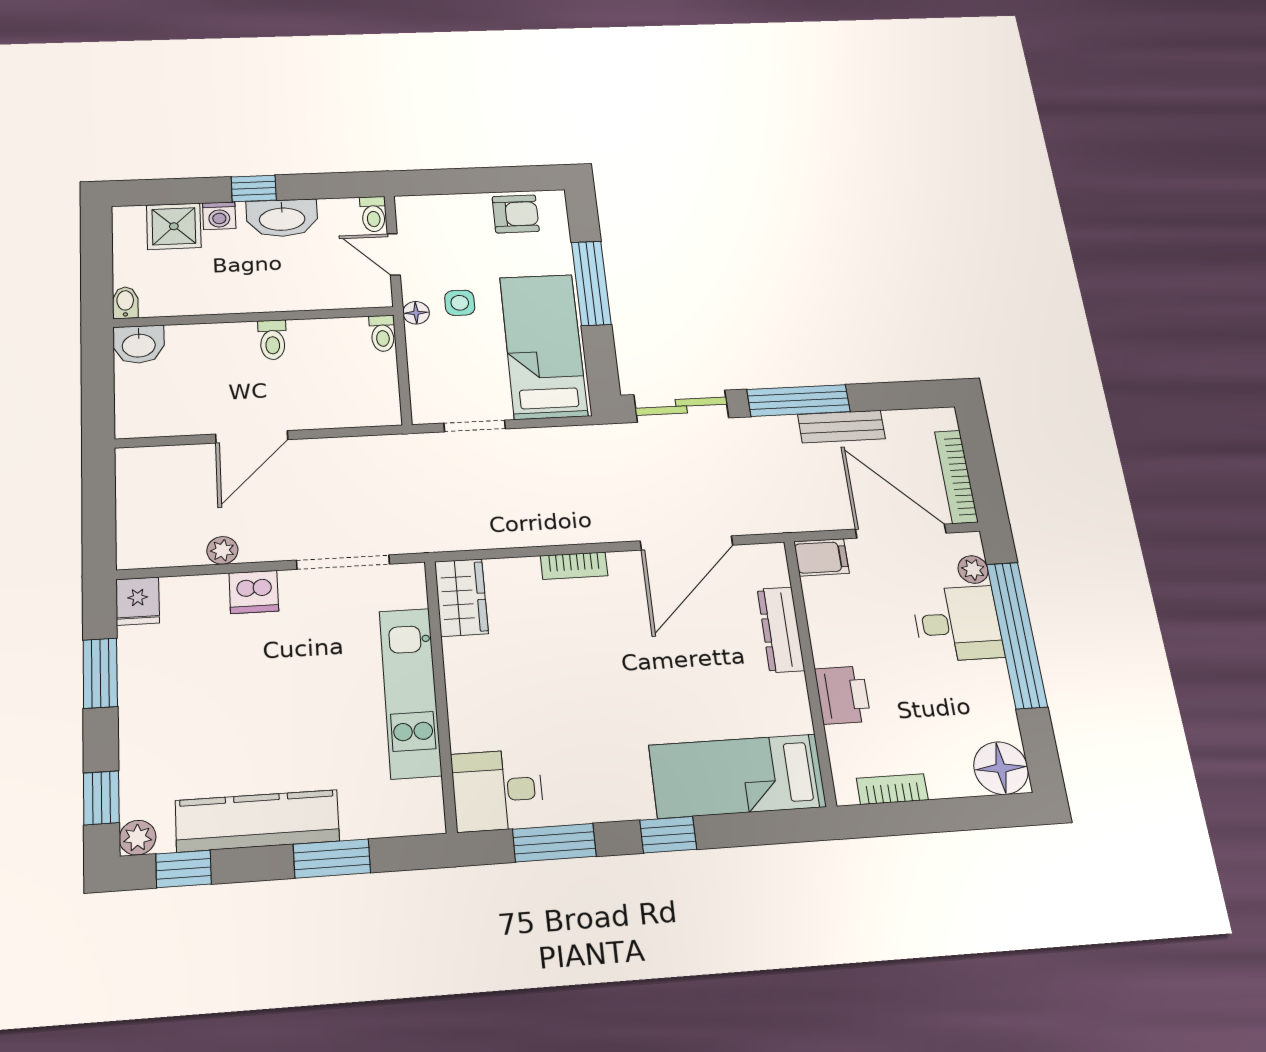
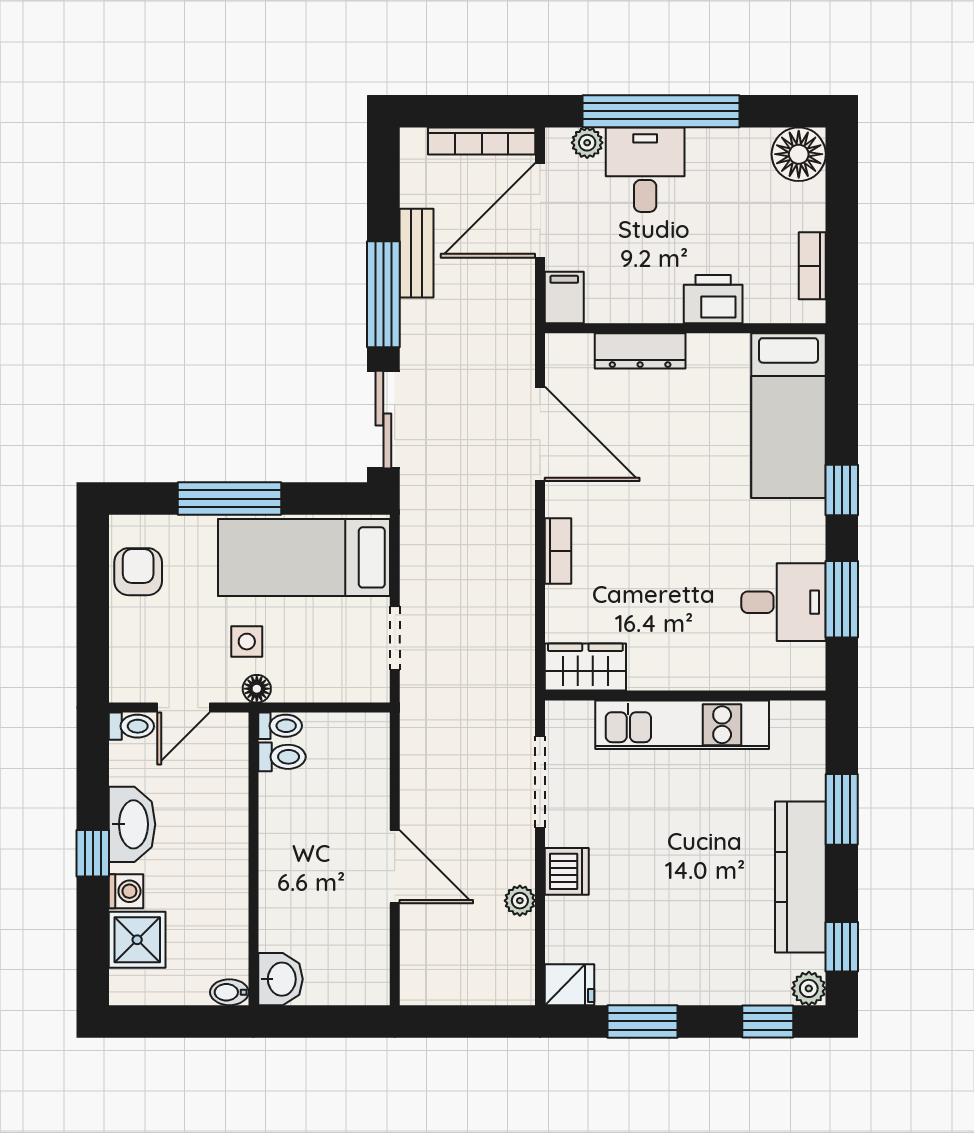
toilet: (272, 340) -> (282, 757), moved
desk: (498, 790) -> (784, 602), moved, turned -90

